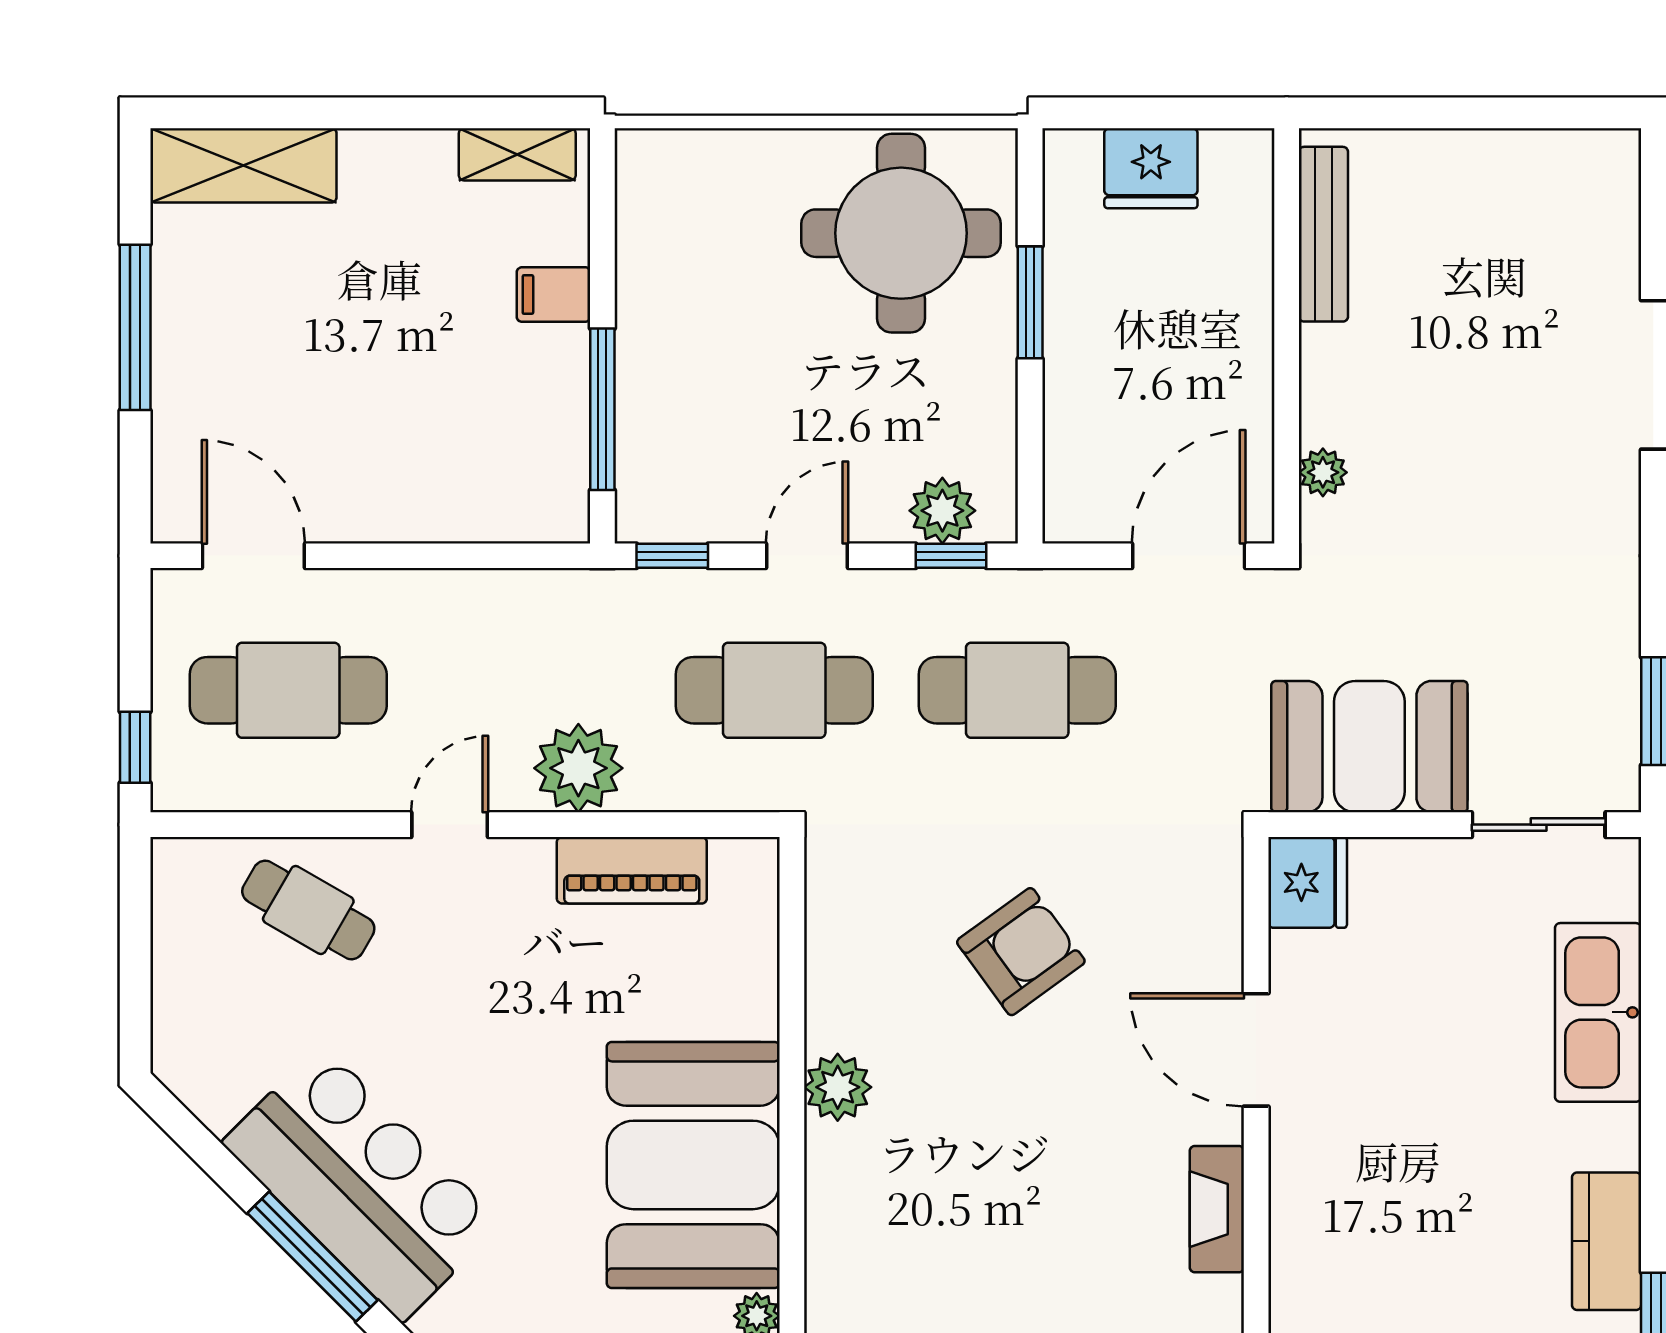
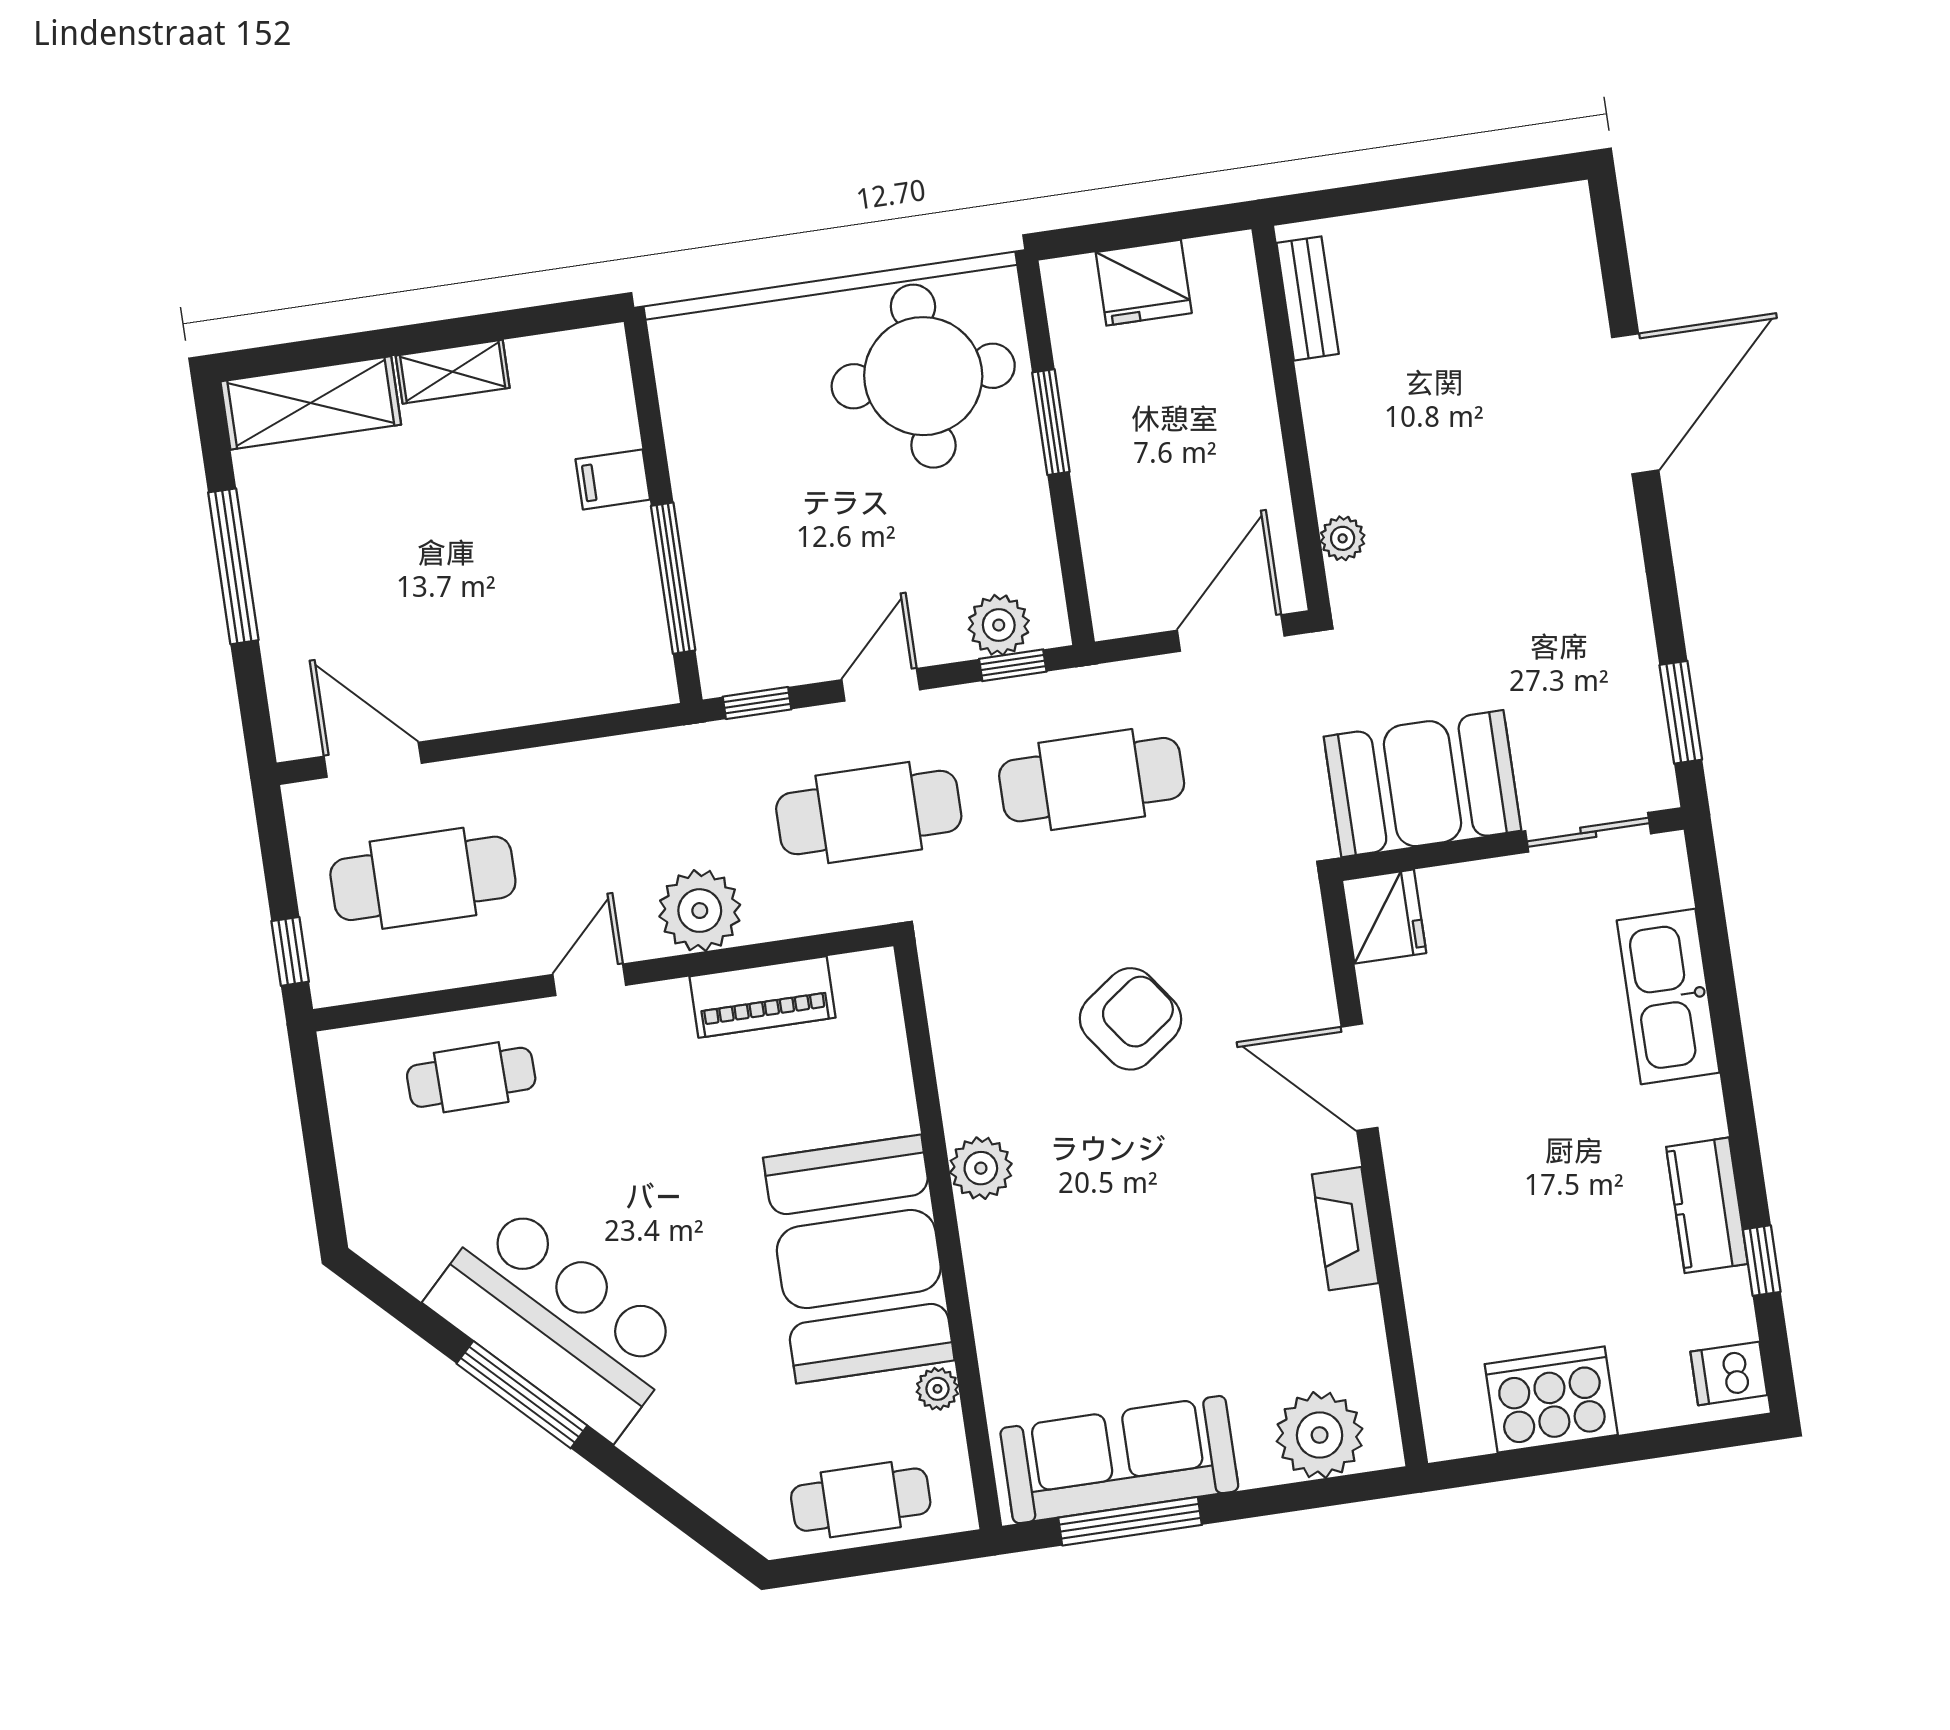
shelving: (517, 154) -> (453, 372), moved
bench: (1323, 234) -> (1308, 298), width x0.73
cafe table: (308, 910) -> (471, 1077), turned -31

